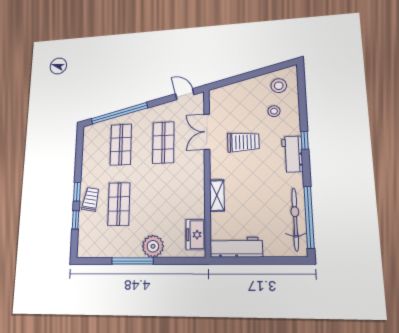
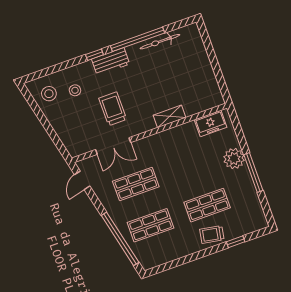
window: (77, 192) -> (209, 251), removed
window: (309, 217) -> (137, 39), moved
bicycle: (295, 219) -> (160, 42), width x0.73, depth x0.71
workbench: (236, 247) -> (209, 84), removed

